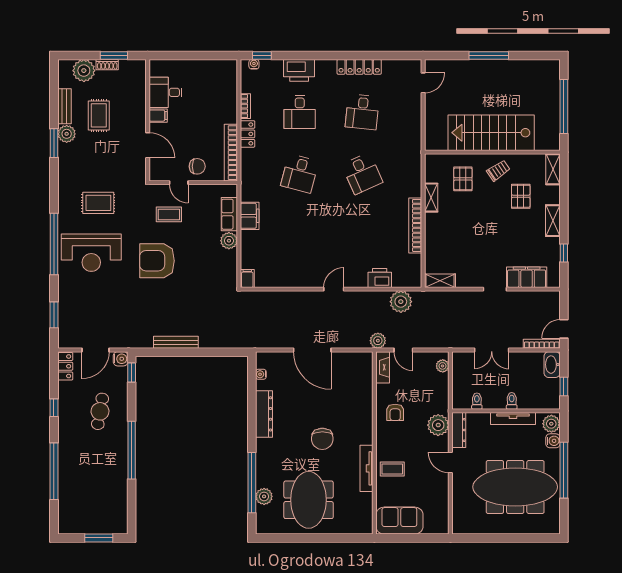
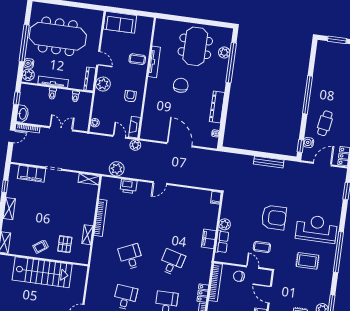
pallet: (521, 196) -> (28, 228), removed
window: (54, 244) -> (338, 252), moved
water cooler: (121, 359) -> (308, 143), moved
sofa: (399, 521) -> (120, 22), moved

